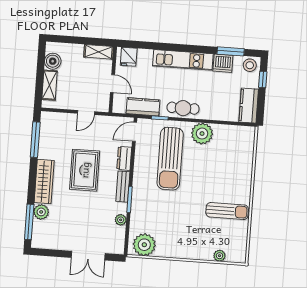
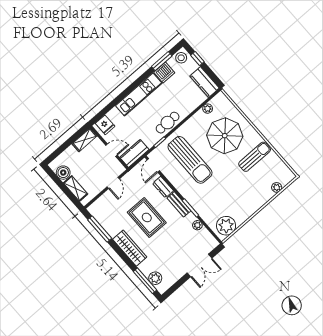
kitchen counter: (143, 107) -> (134, 153), moved
plant: (202, 134) -> (208, 109), moved, width x0.53, depth x0.53
parasol: (220, 168) -> (225, 136), added
plant: (41, 212) -> (155, 278), moved

